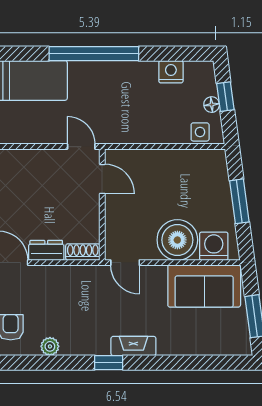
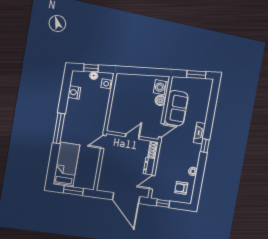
window: (94, 54) -> (59, 128), width x0.68
door: (102, 179) -> (132, 136), moved
window: (239, 201) -> (142, 71), removed
boiler: (177, 240) -> (160, 100), width x0.54, depth x0.54
sofa: (204, 286) -> (176, 108), moved

